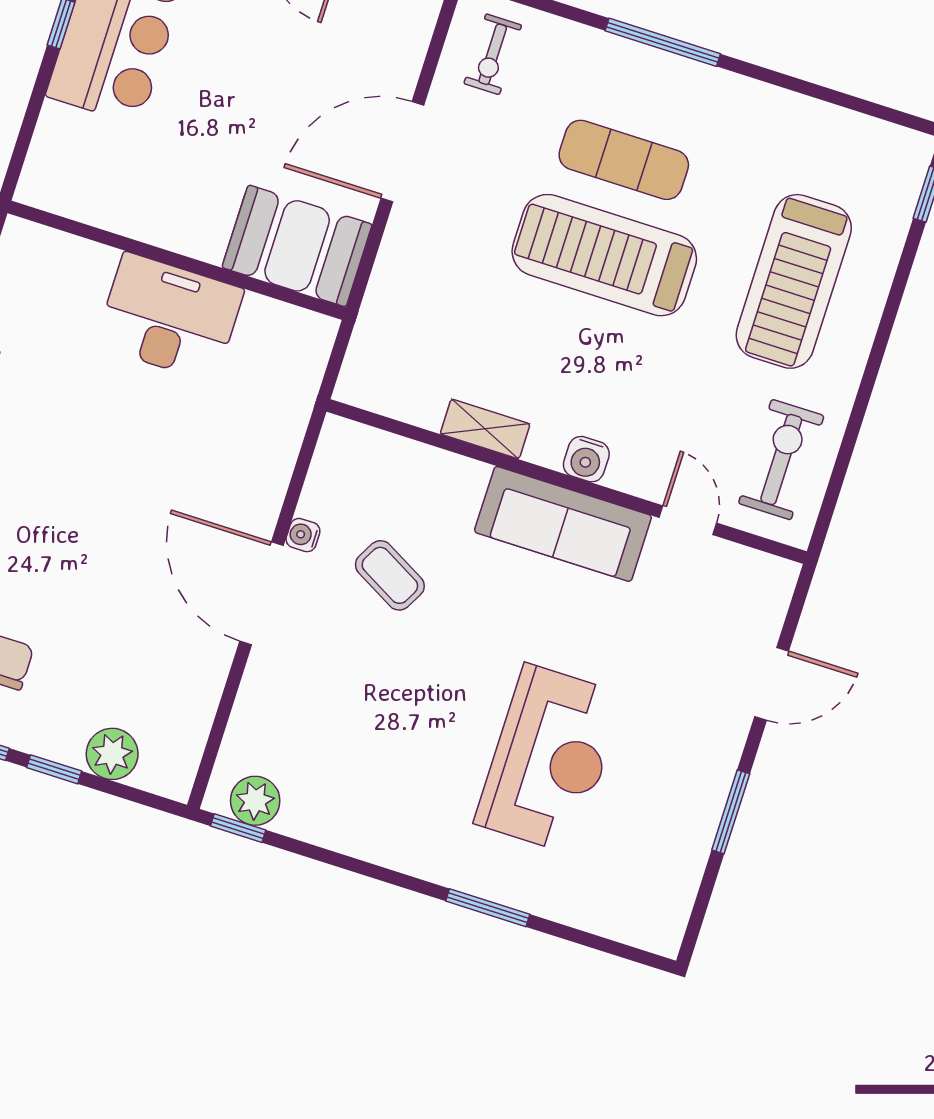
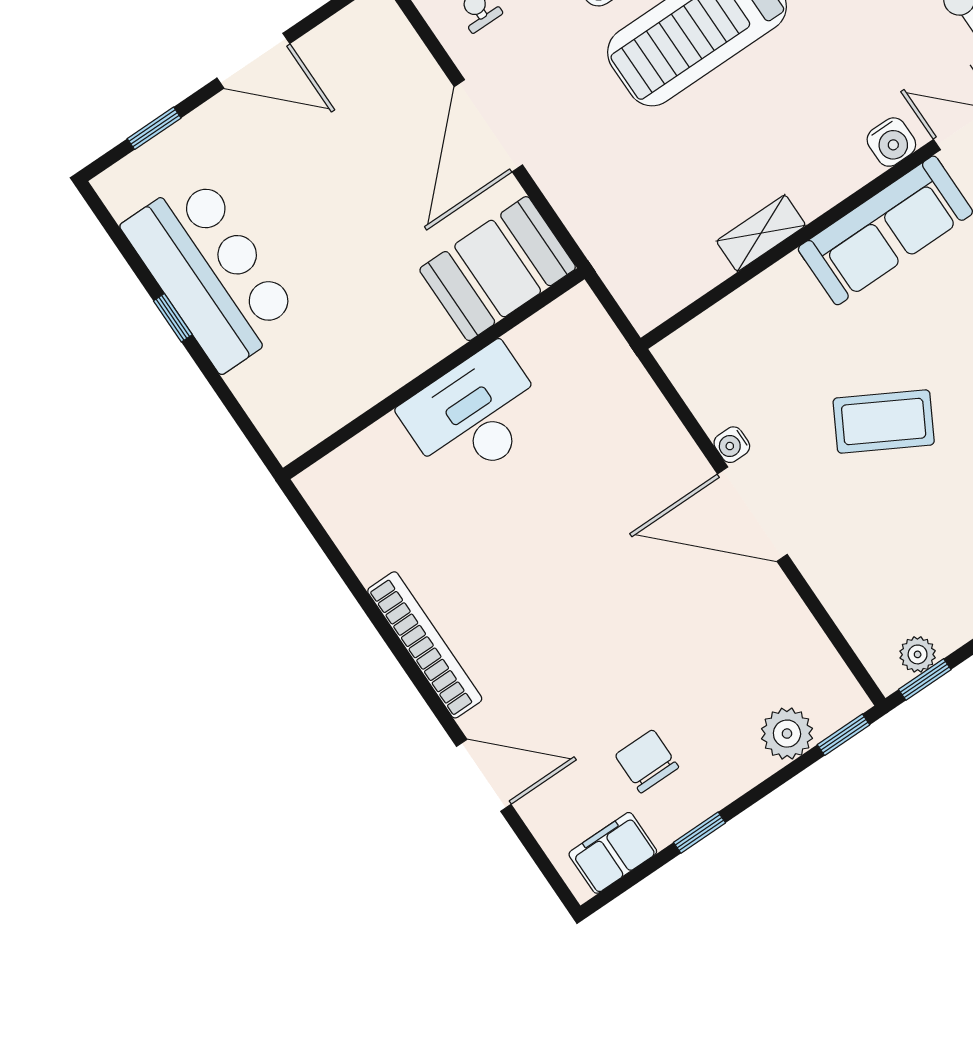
water cooler: (586, 459) -> (891, 142), moved
coffee table: (390, 575) -> (884, 422), moved, width x1.36, depth x1.30
window: (54, 769) -> (844, 735), moved
plant: (255, 801) -> (918, 654), width x0.73, depth x0.73

